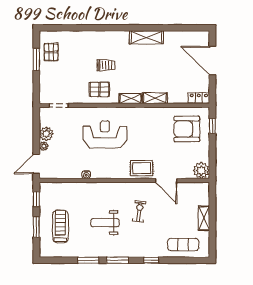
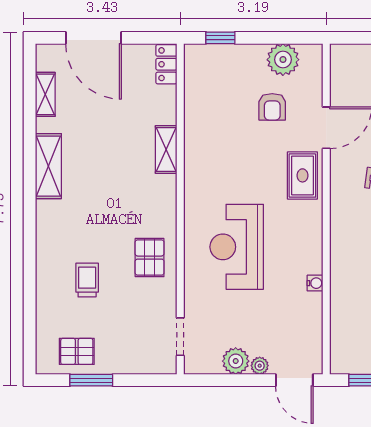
door: (212, 61) -> (94, 38), hinge flipped
trolley: (106, 65) -> (87, 280), moved
shelving: (130, 98) -> (45, 94), moved
armchair: (187, 129) -> (272, 107), moved, width x0.53, depth x0.53
plant: (201, 170) -> (283, 60), moved

